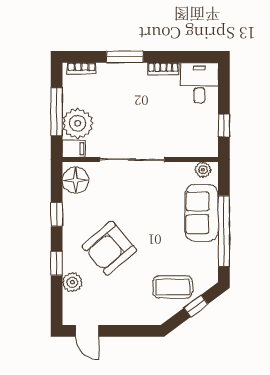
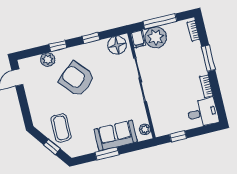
window: (224, 231) -> (107, 153), width x0.47

